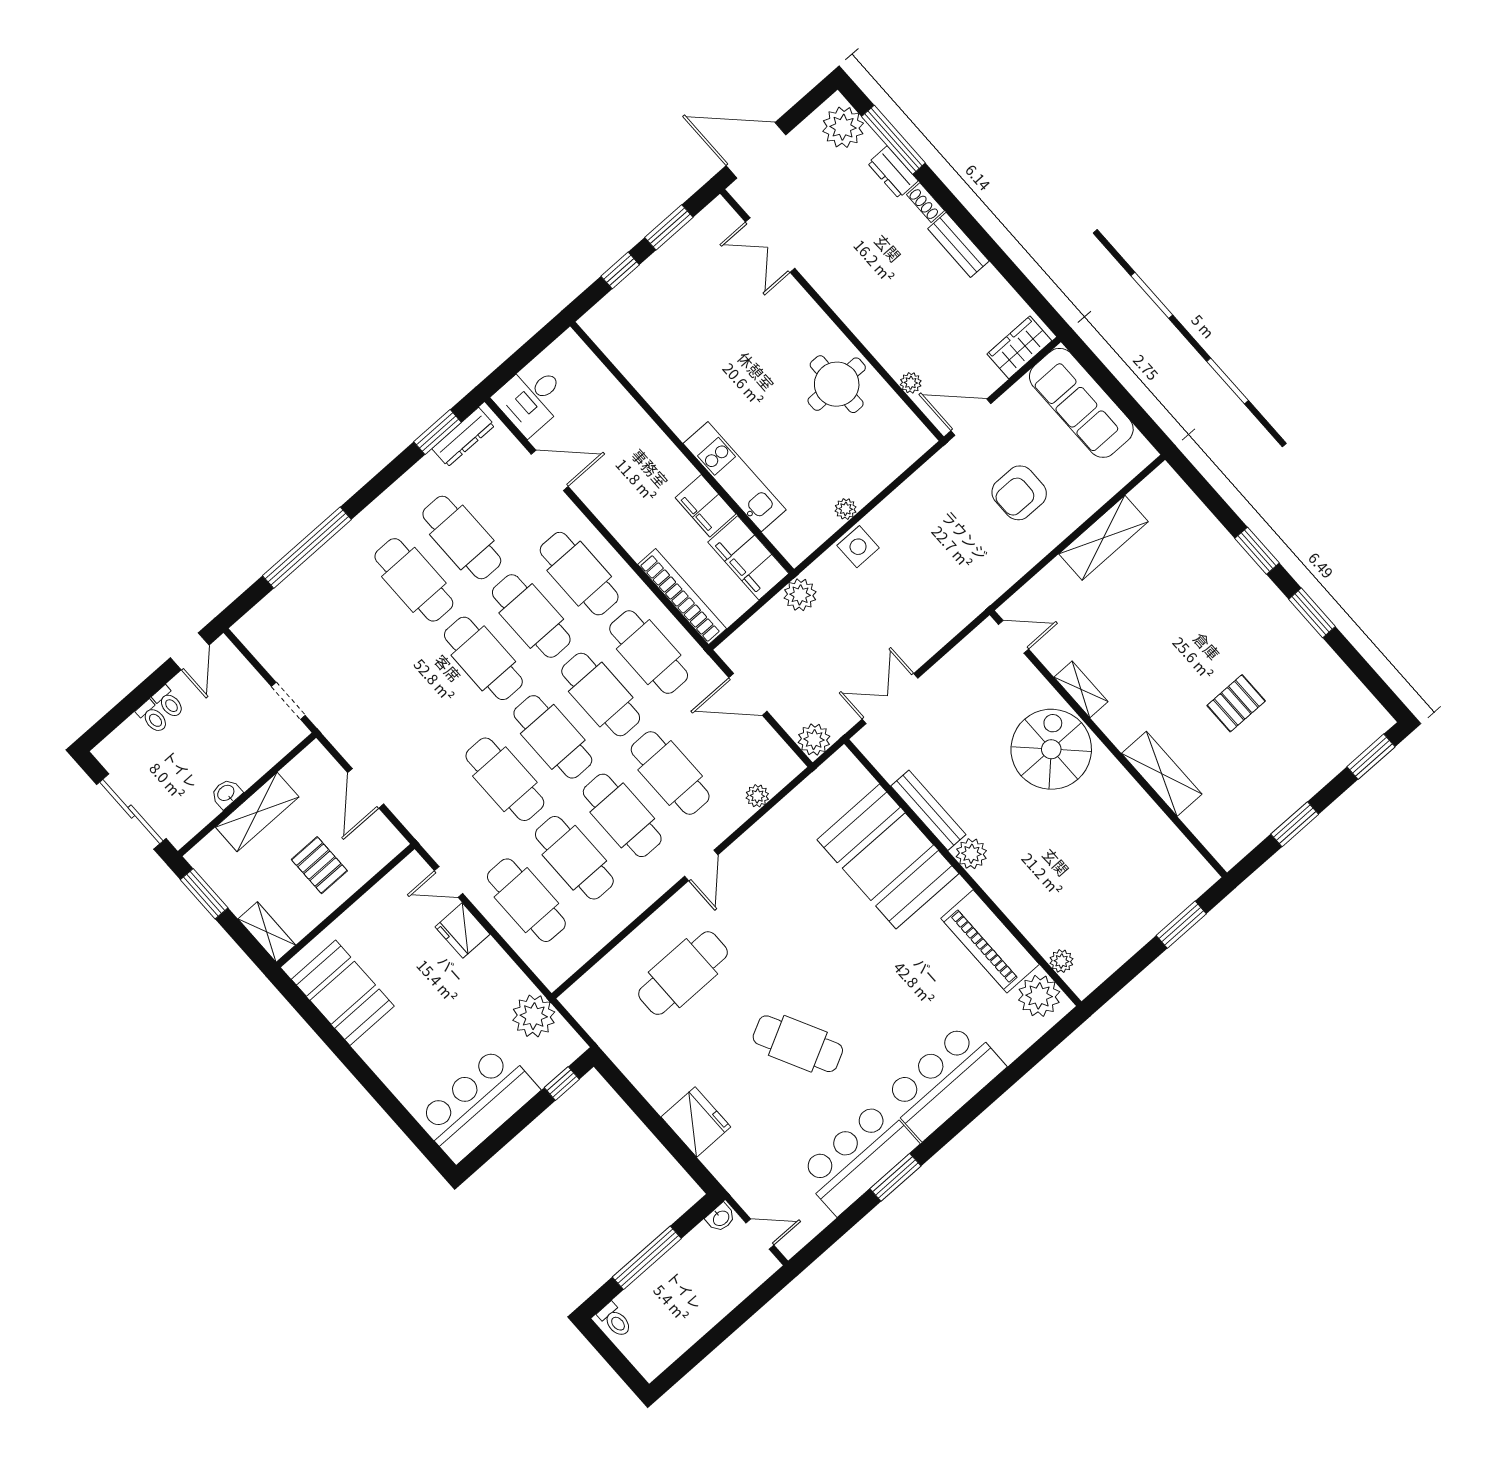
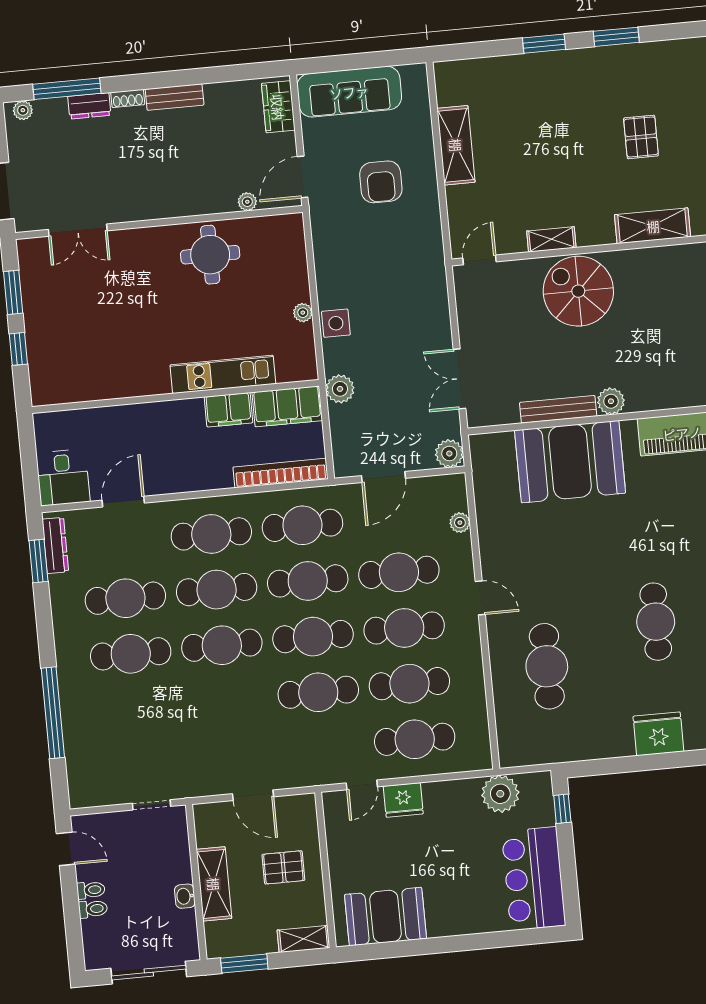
plant: (843, 127) -> (23, 110), width x0.53, depth x0.53
cafe table: (798, 1044) -> (656, 622), turned -63

